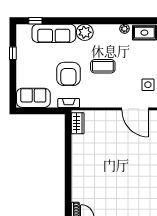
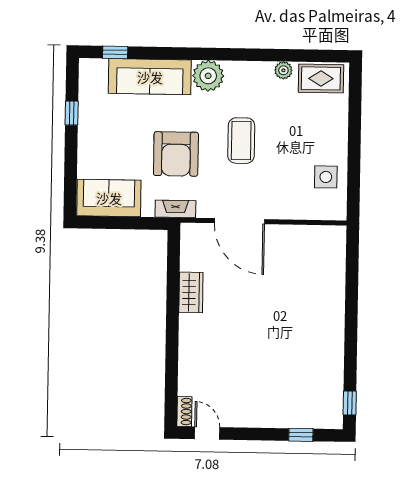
coffee table: (103, 66) -> (241, 141), turned 90
door: (135, 109) -> (239, 221), moved
wardrobe: (78, 123) -> (191, 292), moved

